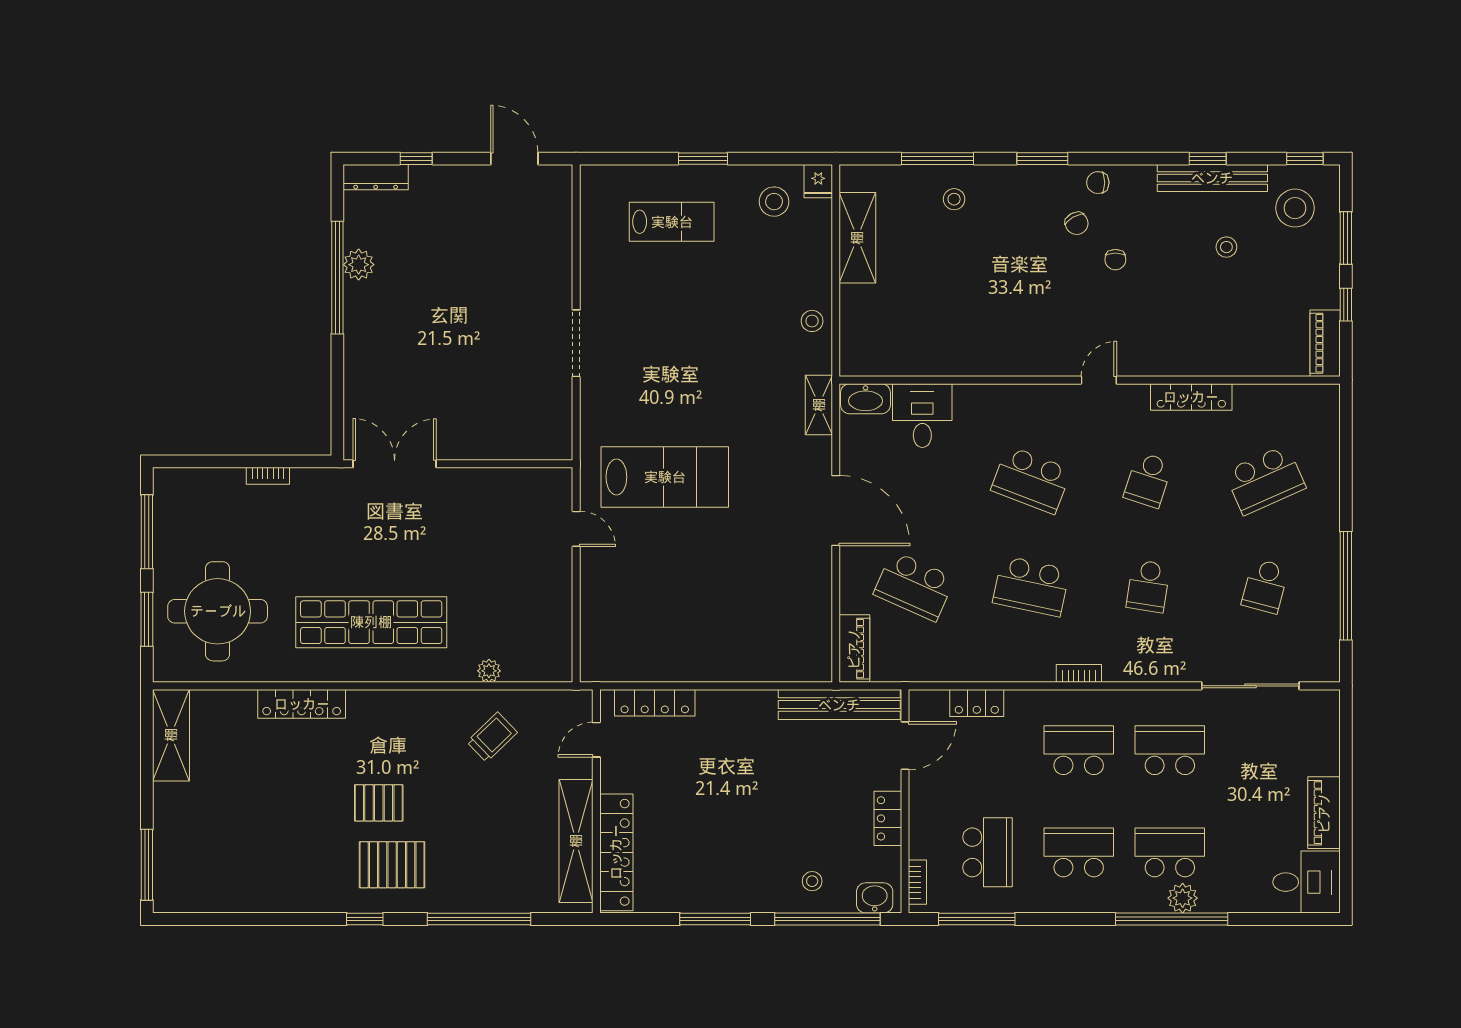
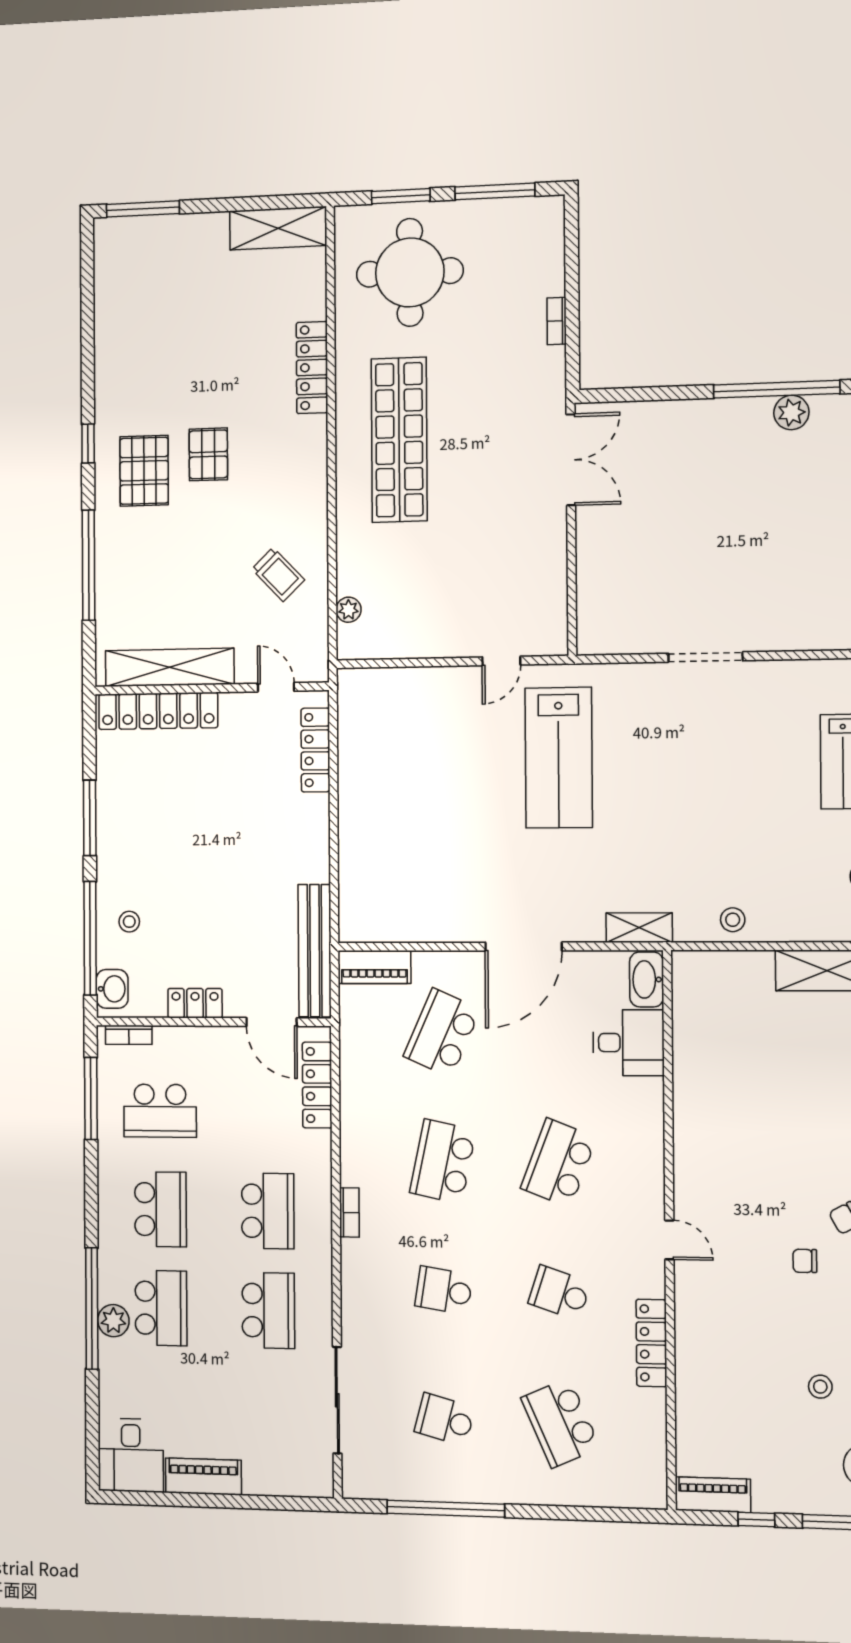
plant: (489, 671) -> (349, 610), moved
locker: (977, 703) -> (317, 1085), width x1.53

